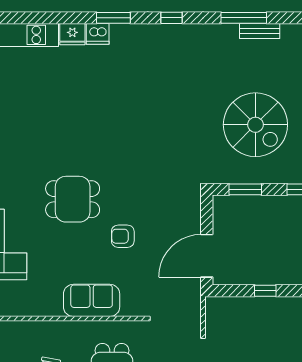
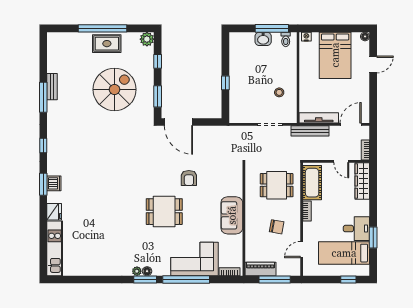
dishwasher: (98, 34) -> (54, 183), moved
dining table: (73, 199) -> (164, 212), turned 90
door: (207, 256) -> (178, 122), moved
sofa: (92, 300) -> (232, 215), moved

